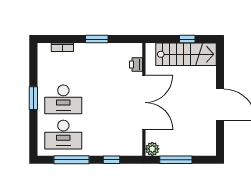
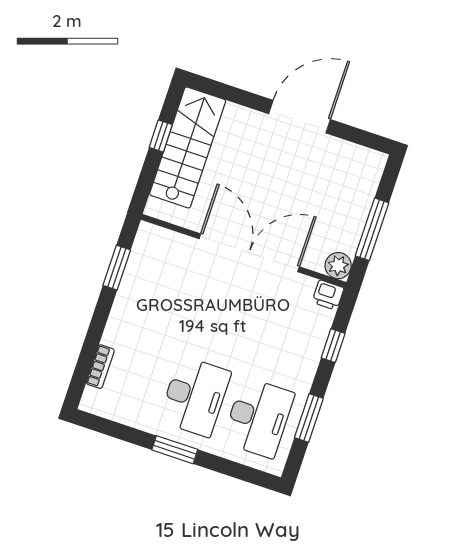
window: (97, 39) -> (117, 268), moved
printer: (136, 64) -> (328, 295), moved
window: (72, 160) -> (309, 418), width x0.69

